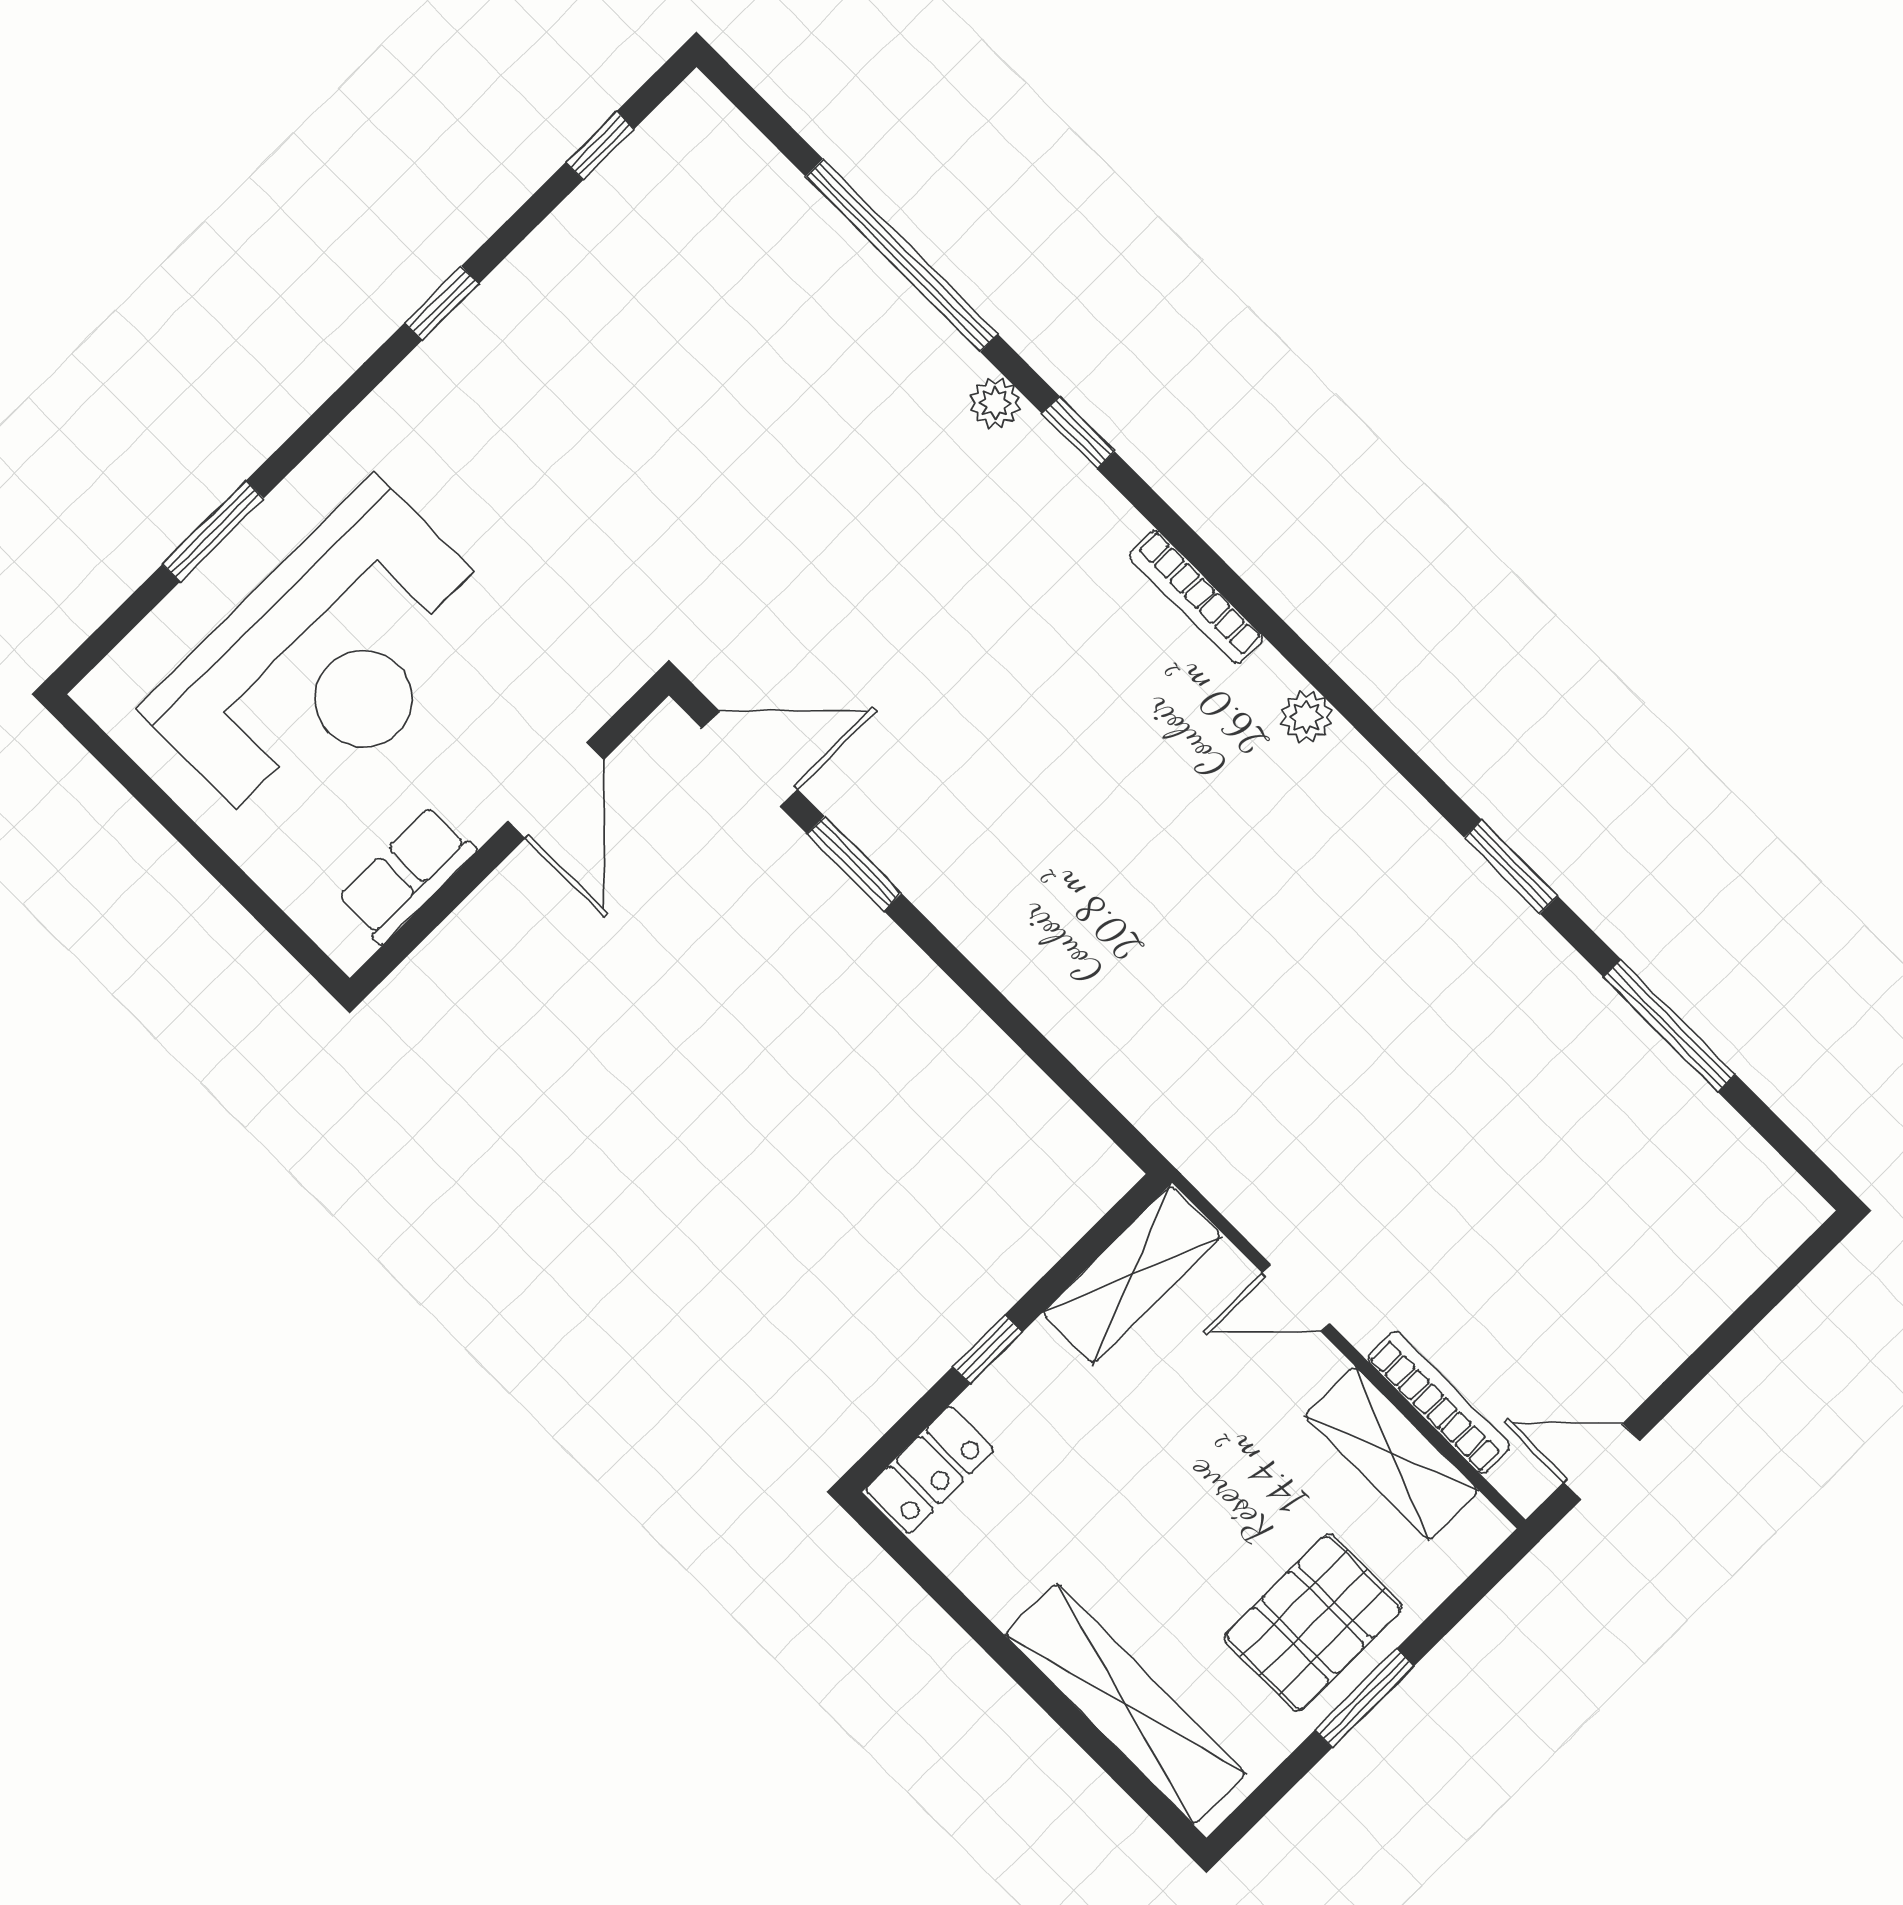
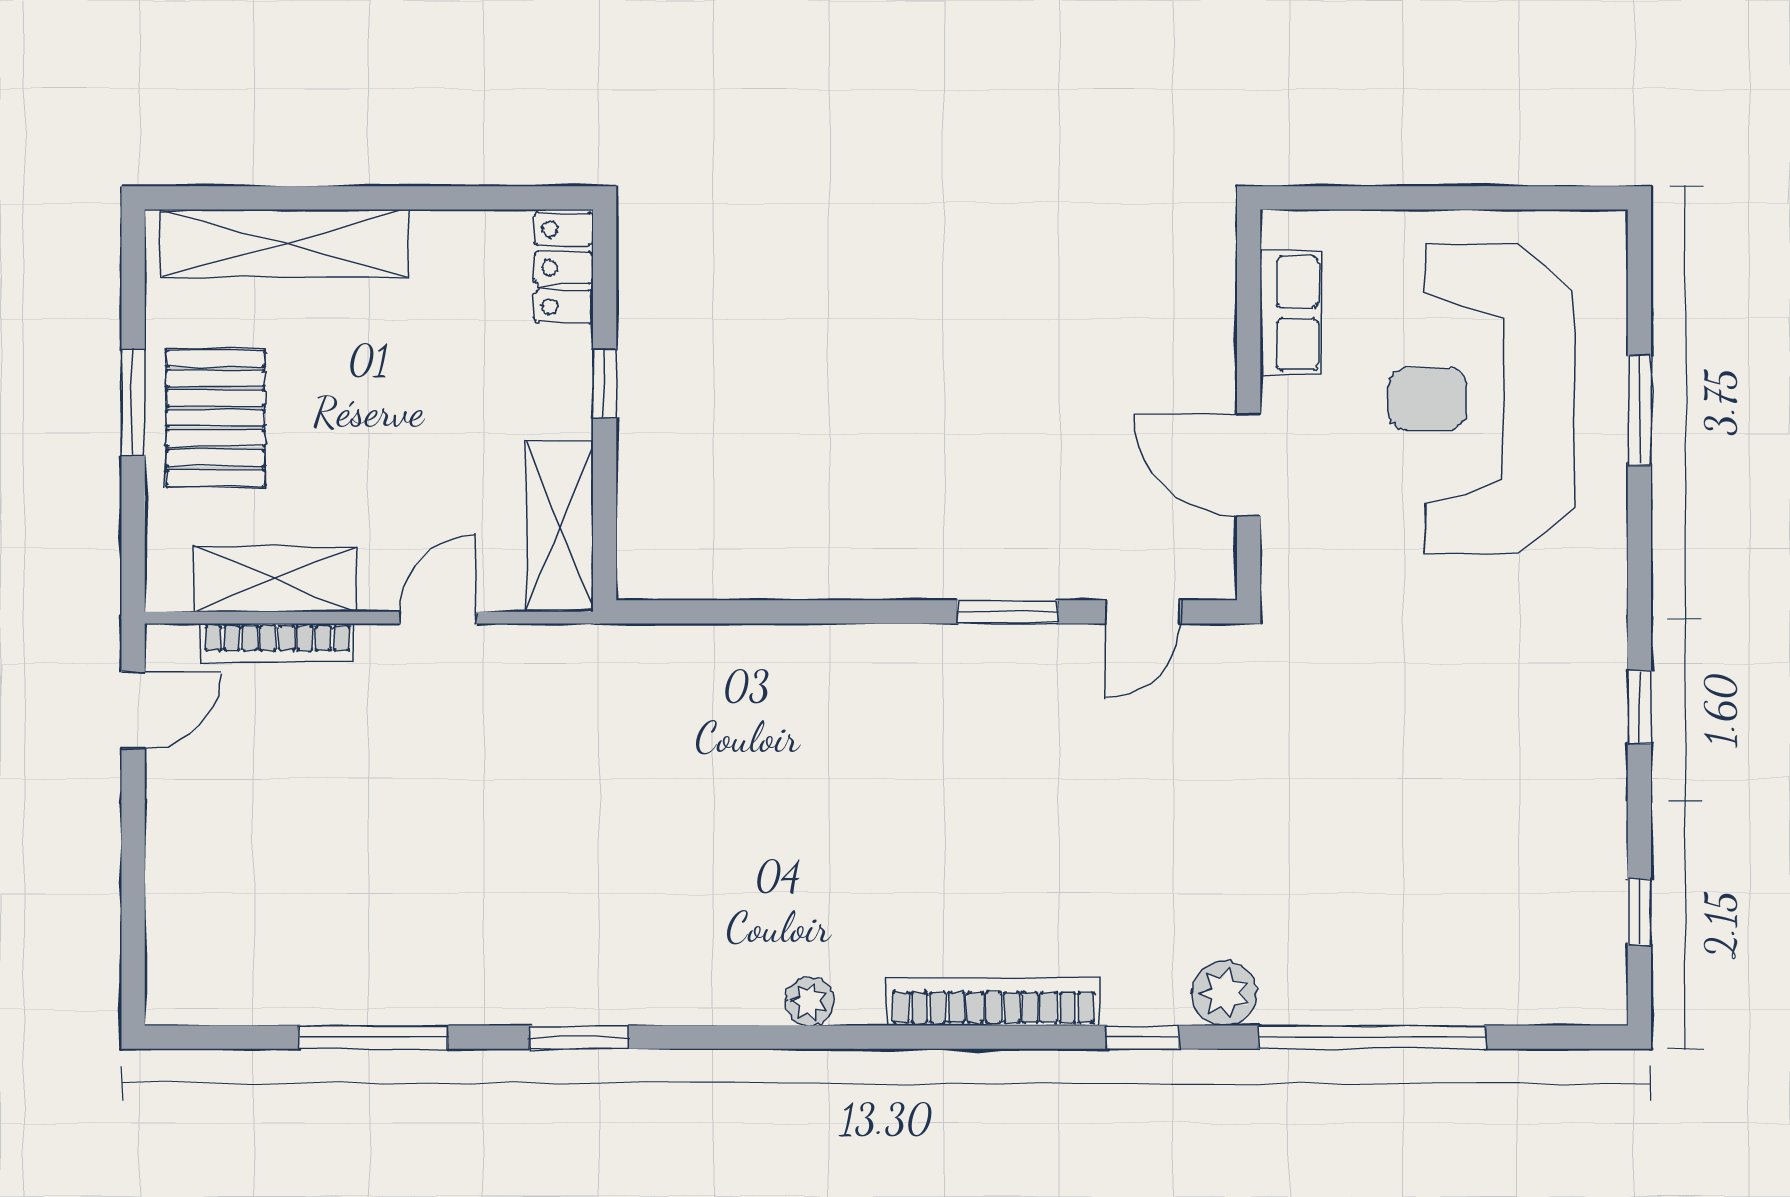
plant: (995, 403) -> (1224, 993), width x1.38, depth x1.38
bookcase: (1196, 597) -> (993, 1002), width x1.48, depth x1.31
door: (750, 759) -> (1143, 612), width x0.73

